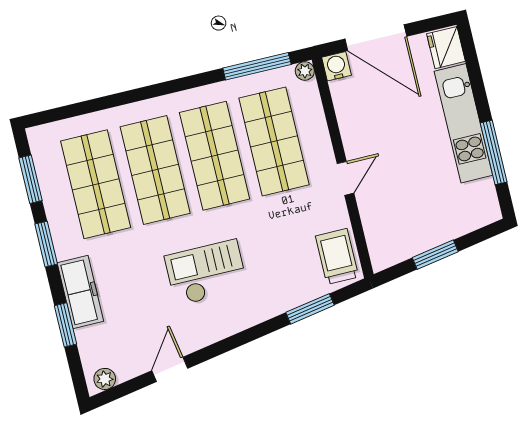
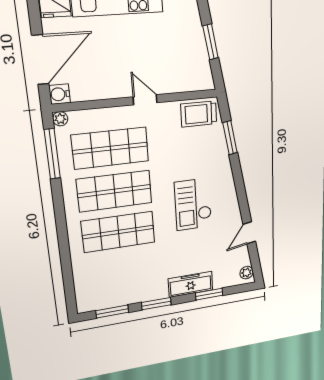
shop shelf: (96, 184) -> (122, 271), removed
door: (170, 369) -> (249, 233), hinge flipped

